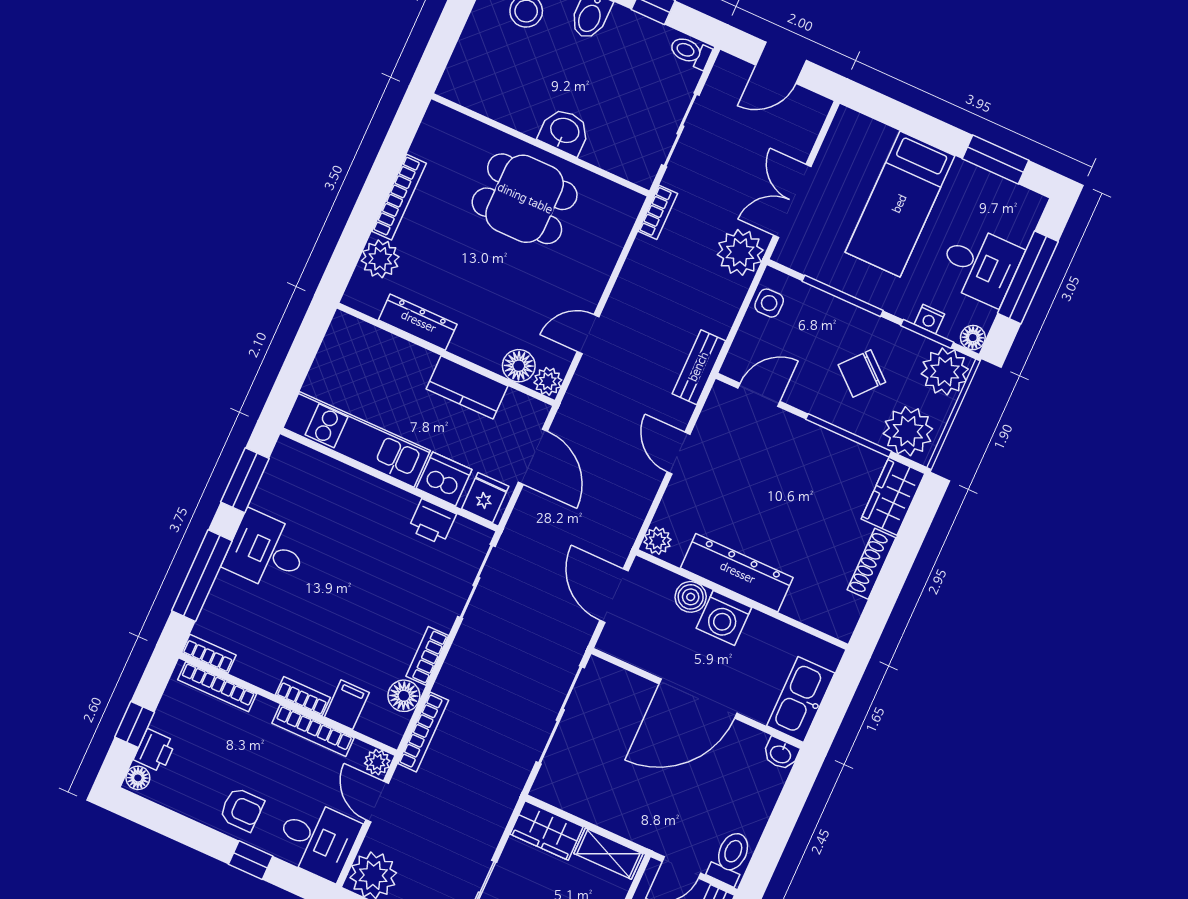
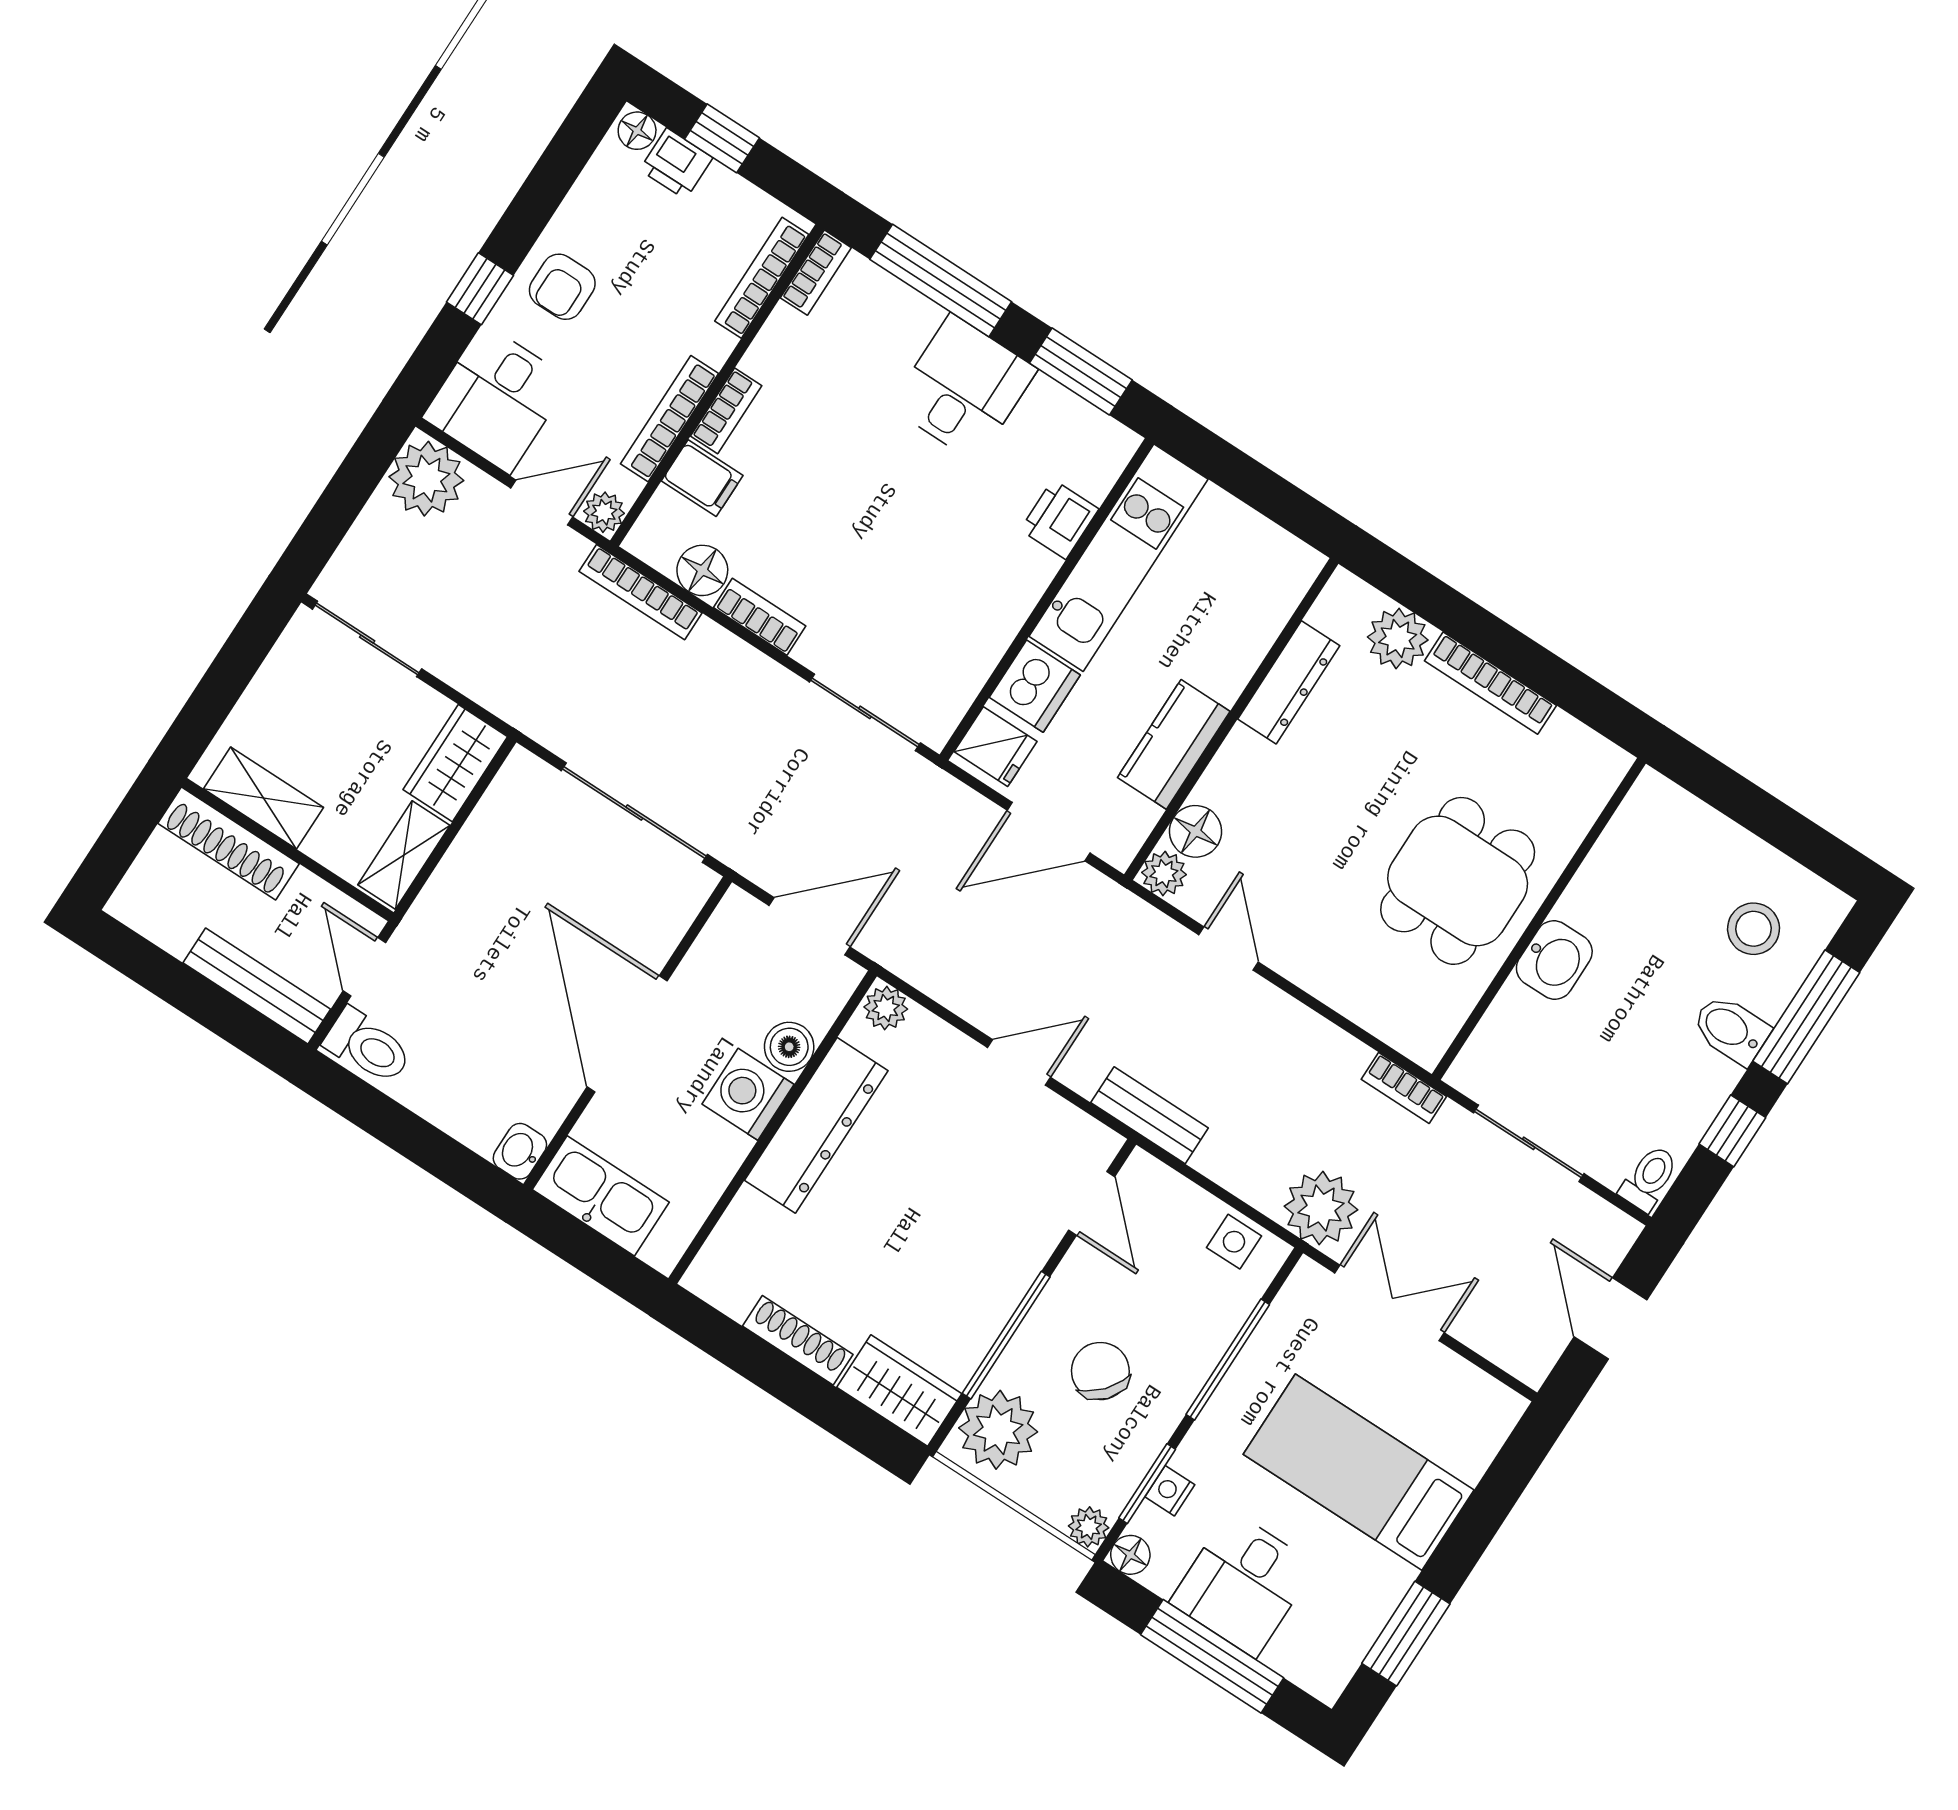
plant: (945, 372) -> (1089, 1527), width x0.53, depth x0.53
printer: (432, 522) -> (1059, 519), moved

